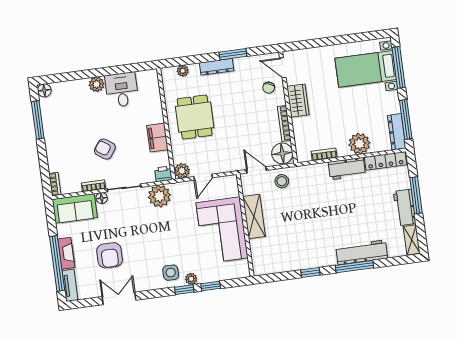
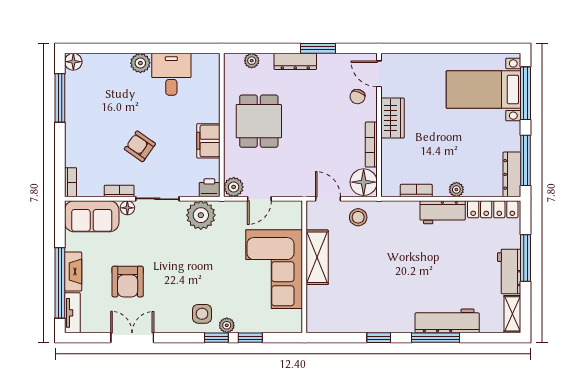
plant: (359, 144) -> (456, 190), width x0.53, depth x0.53

